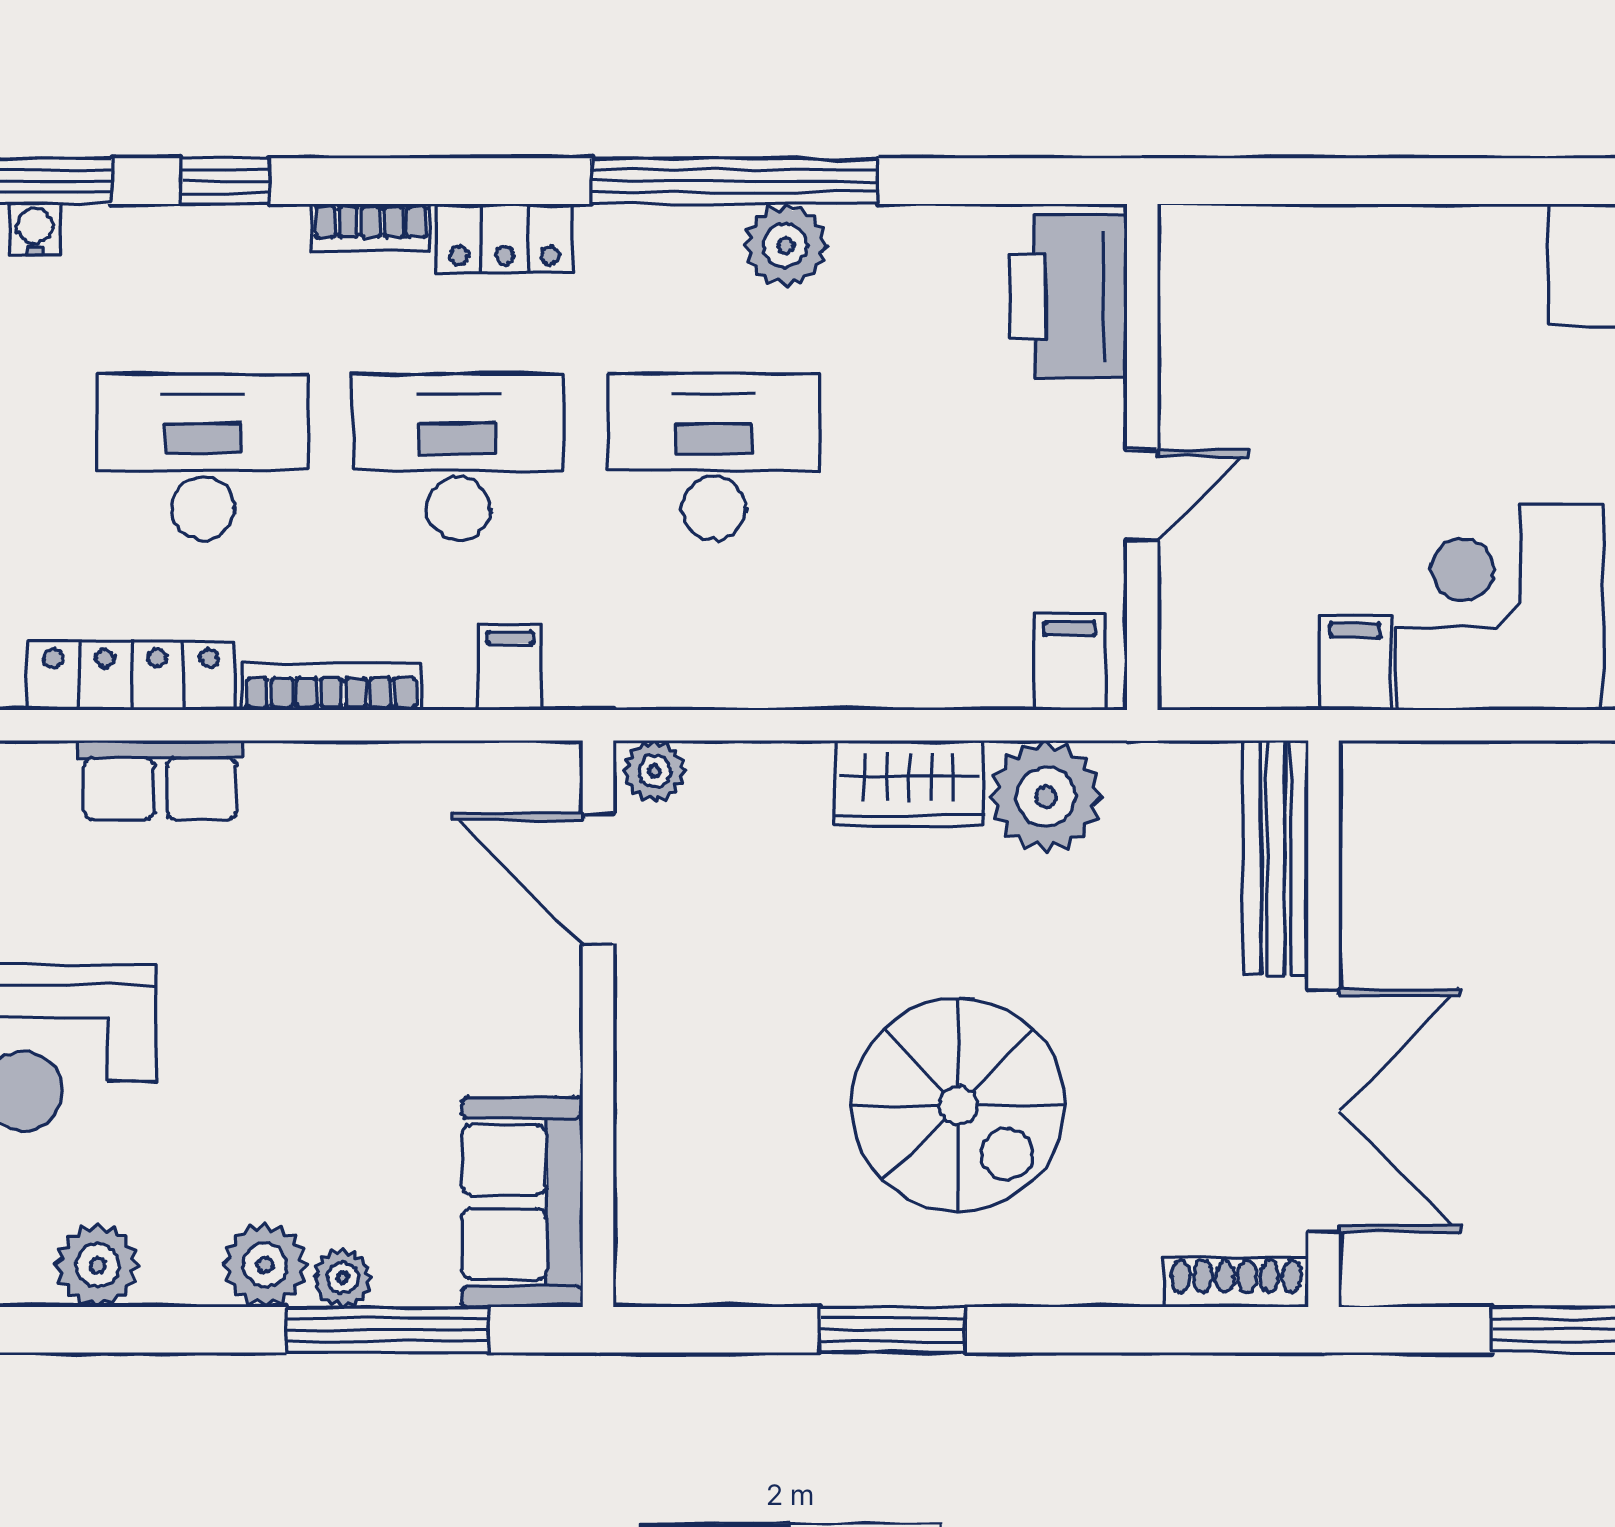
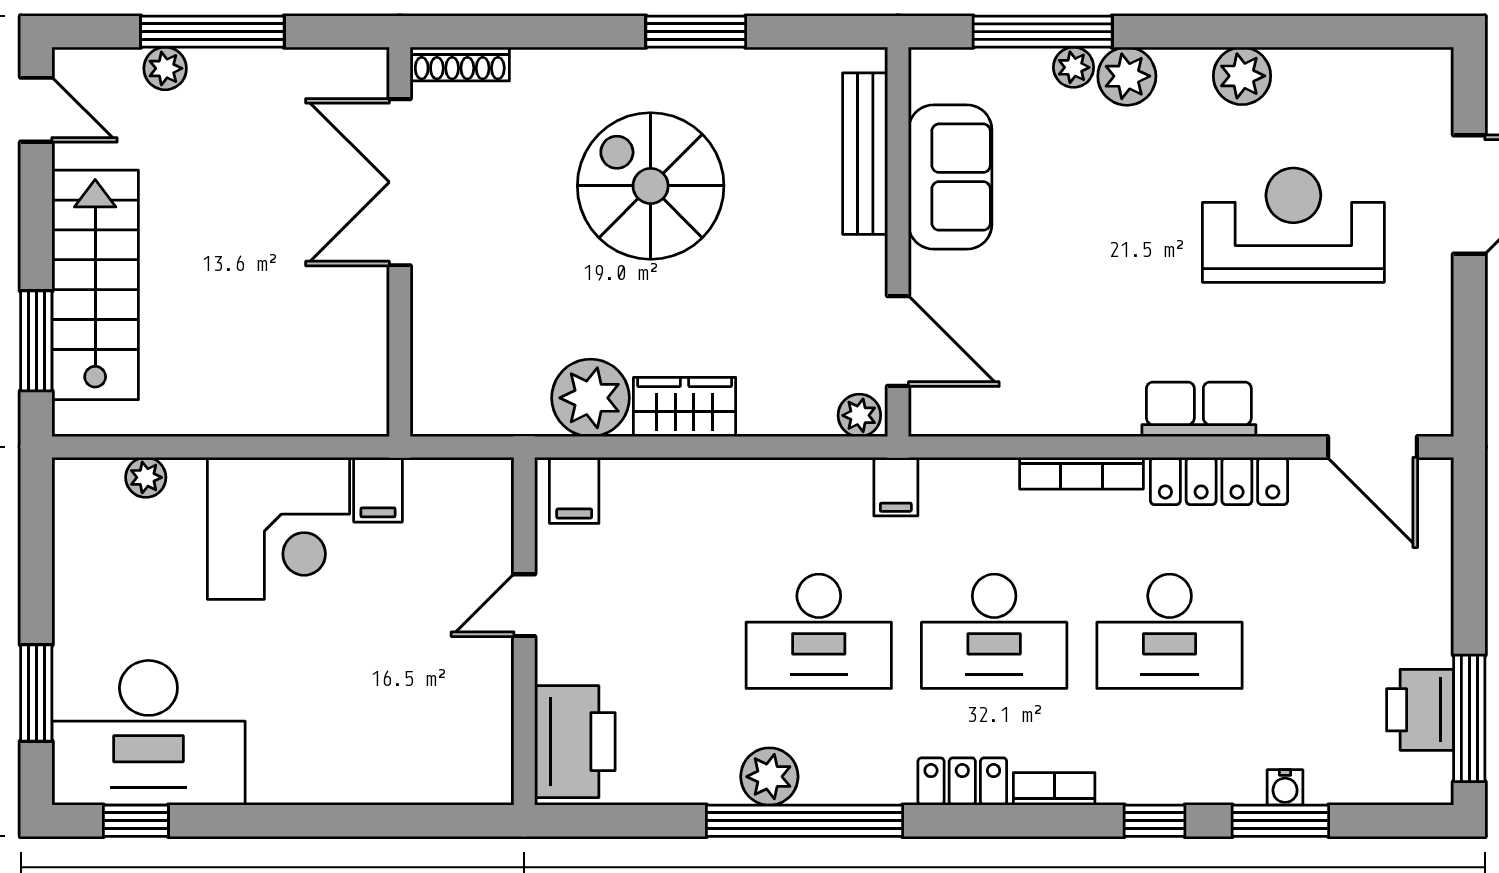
filing cabinet: (510, 667) -> (896, 487), moved
bench: (1276, 858) -> (865, 154), moved
sofa: (522, 1202) -> (950, 177), moved

